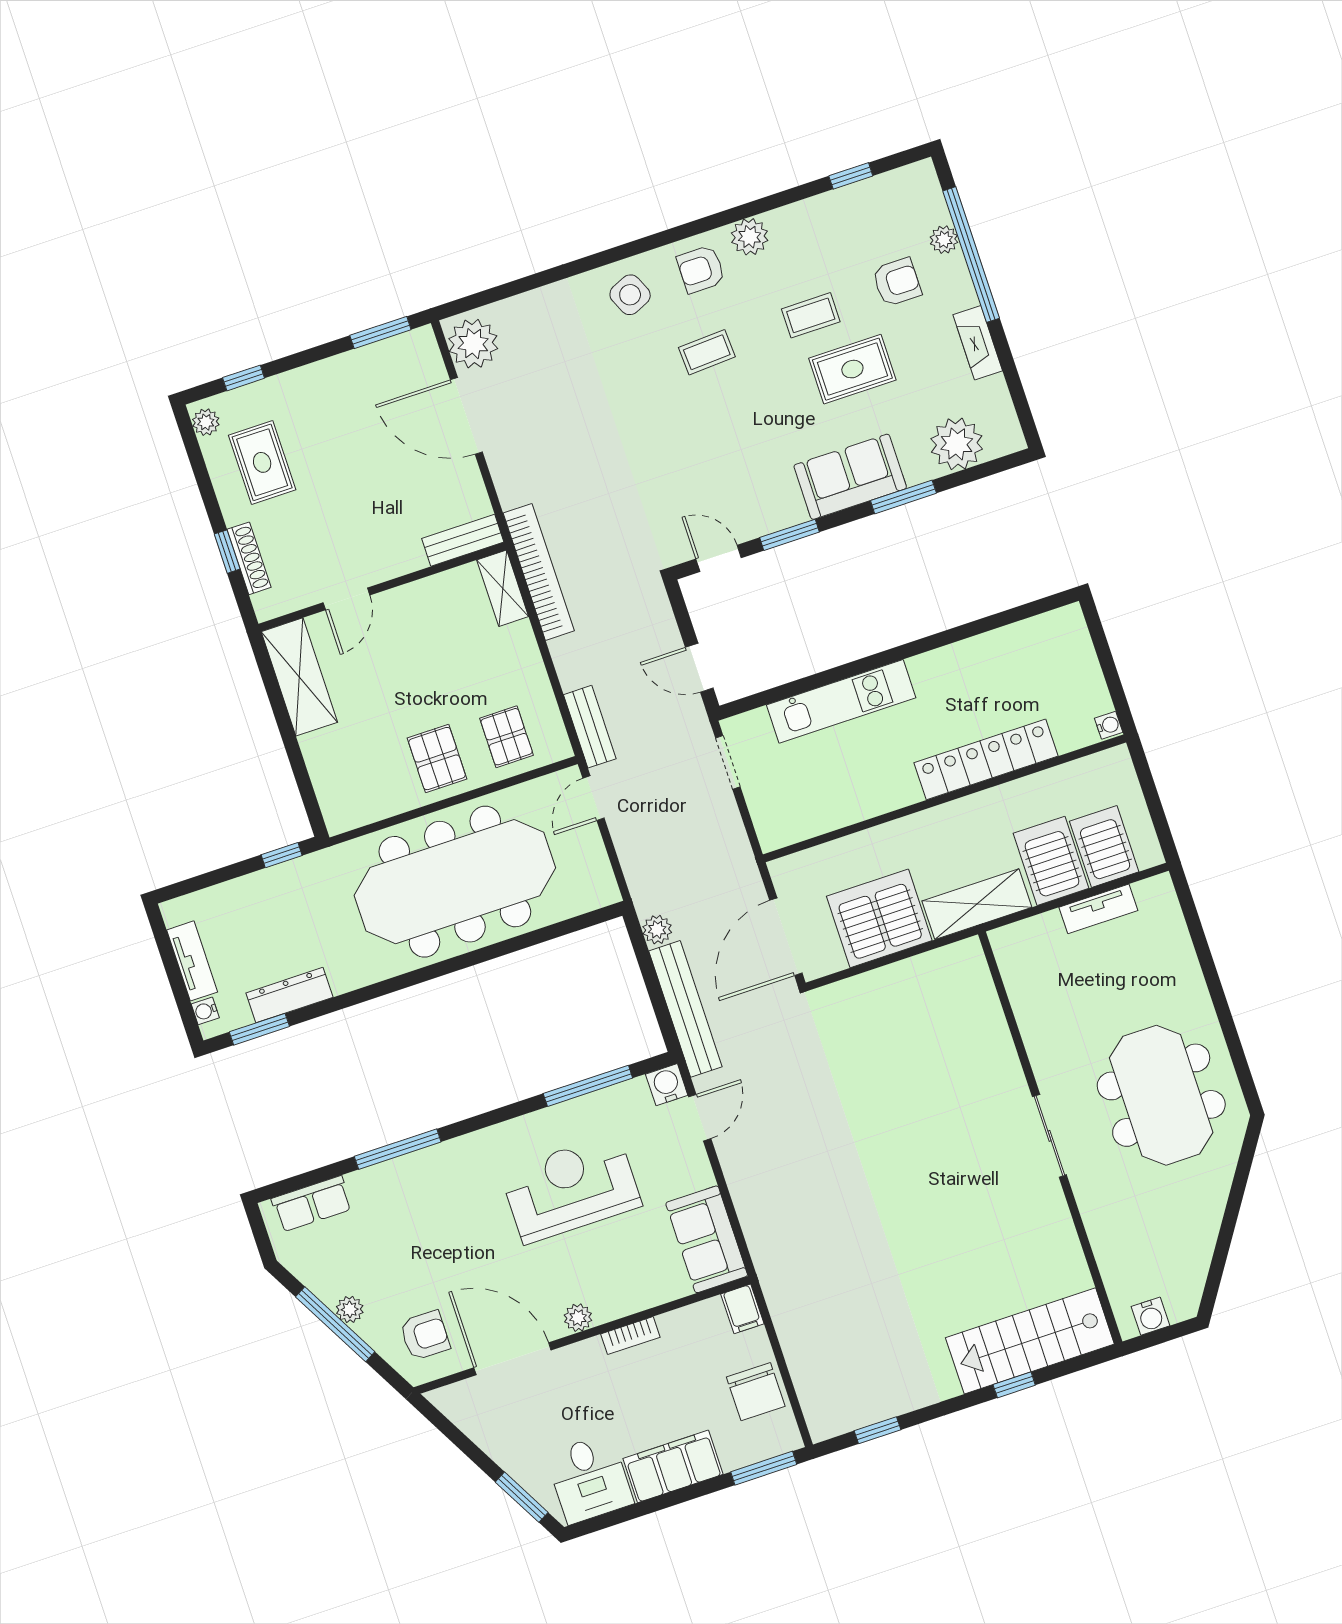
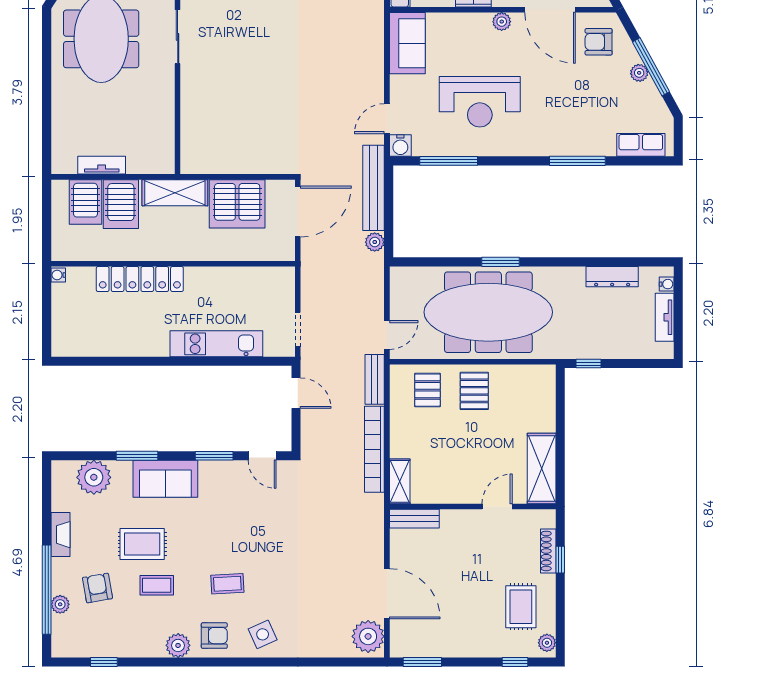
armchair: (897, 282) -> (97, 588), turned 80
bookcase: (539, 572) -> (374, 449), moved
window: (259, 1029) -> (500, 262), moved

